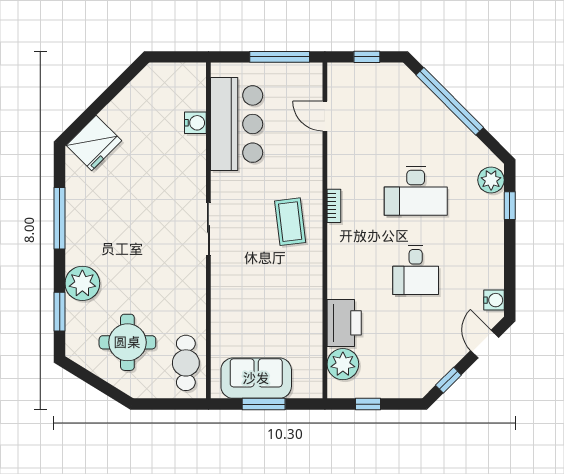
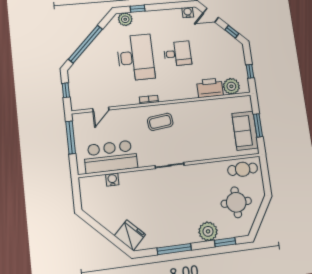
desk: (416, 191) -> (136, 57), width x1.36, depth x1.30

